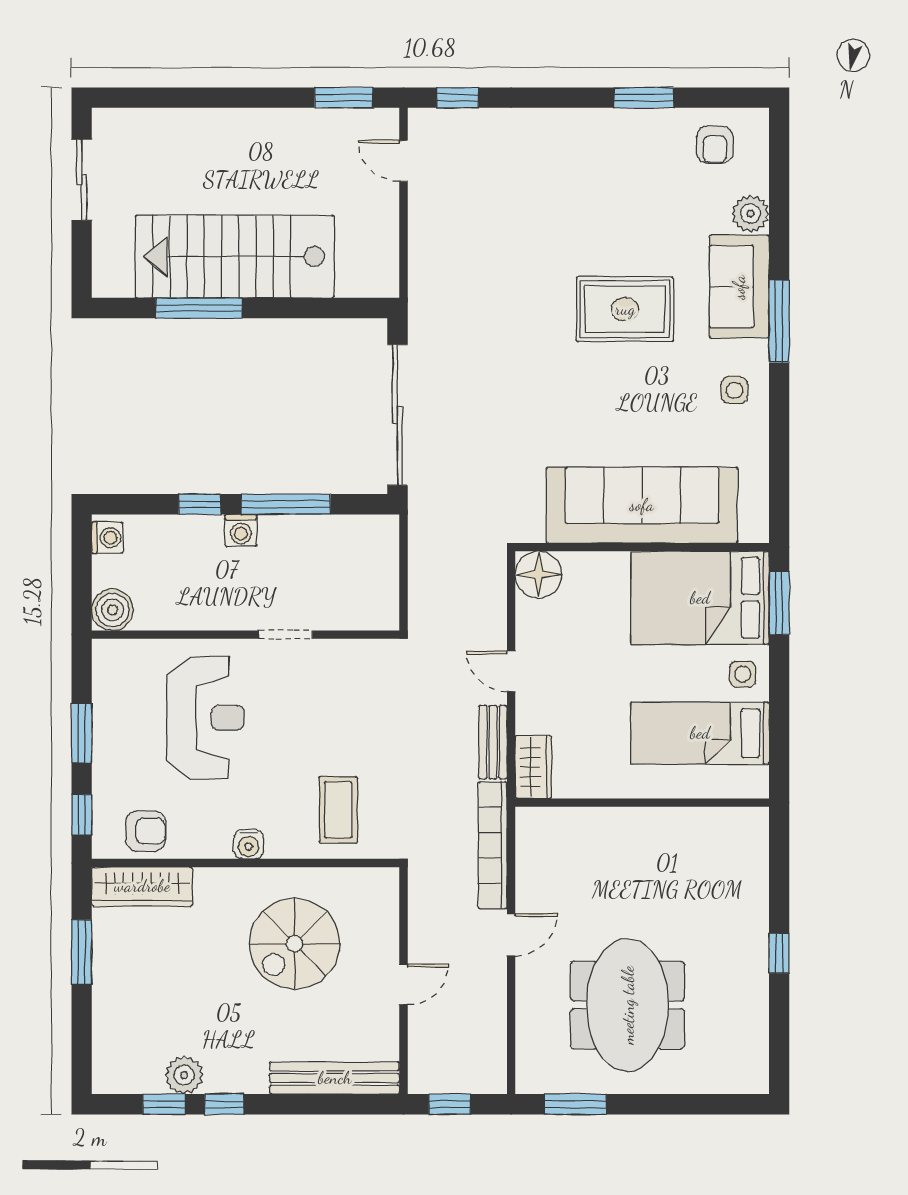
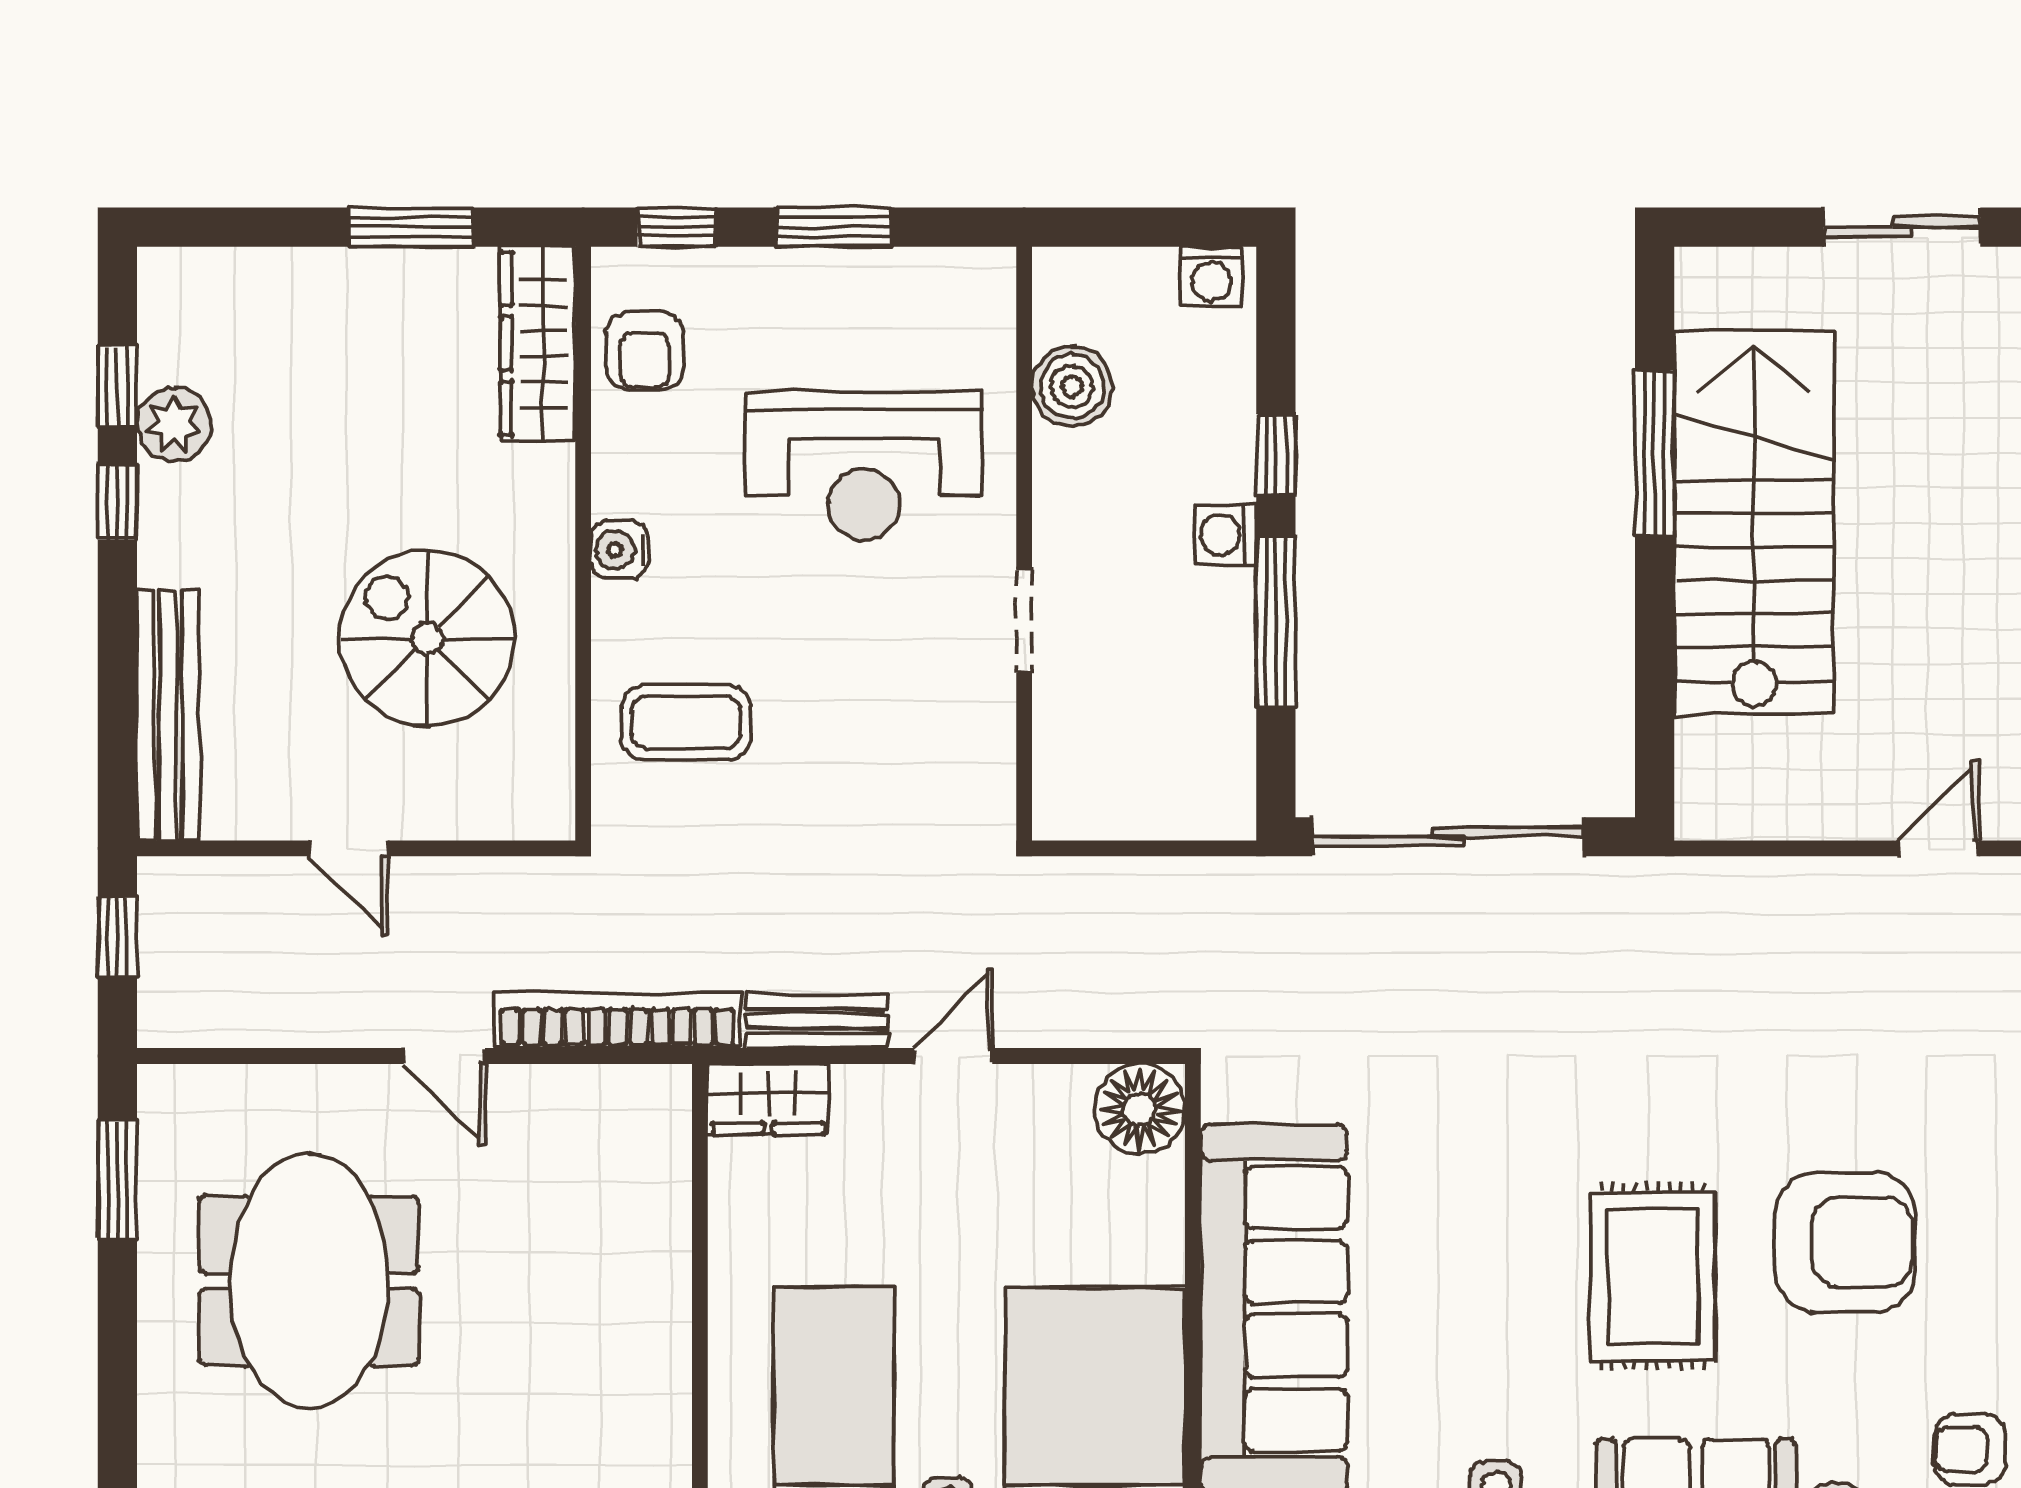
armchair: (607, 209) -> (1845, 1242), added
boiler: (112, 610) -> (1072, 386), moved
meeting table: (628, 1005) -> (309, 1281), turned 90

